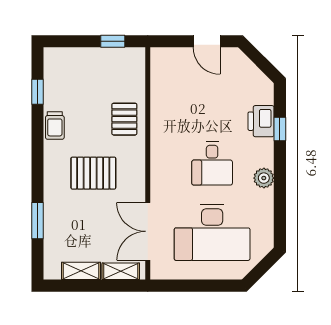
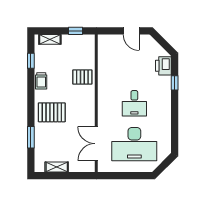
pallet: (124, 119) -> (82, 77), turned 90
printer: (261, 121) -> (163, 66), moved
pallet: (93, 173) -> (52, 112), moved
plant: (264, 178) -> (165, 112), removed
shelving: (121, 271) -> (50, 39), moved

